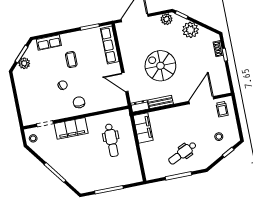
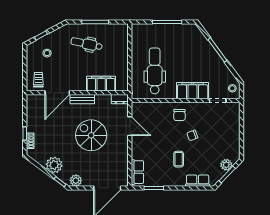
row of seats: (110, 45) -> (137, 172), width x0.68
spiral stairs: (160, 66) -> (91, 135), turned 180
bench: (161, 102) -> (82, 99), moved
filing cabinet: (143, 128) -> (101, 84), moved, turned 90
dental chair: (111, 140) -> (155, 71), width x1.36, depth x1.38
dental chair: (182, 153) -> (87, 44), turned -143

